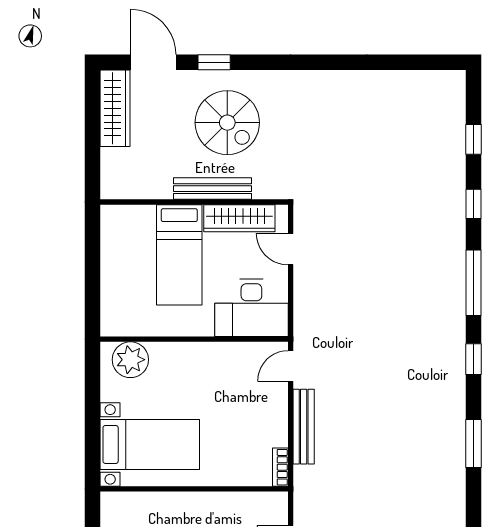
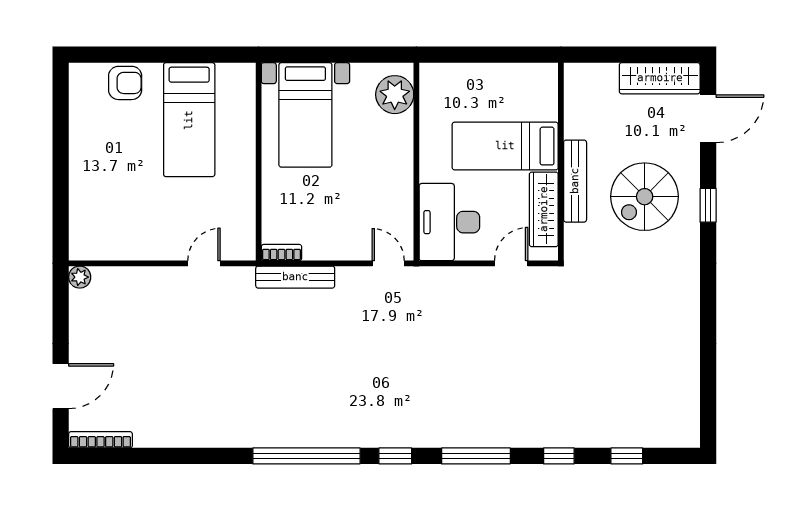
window: (214, 62) -> (708, 205), moved
bench: (304, 427) -> (295, 277), moved
window: (473, 443) -> (306, 456), width x2.11

